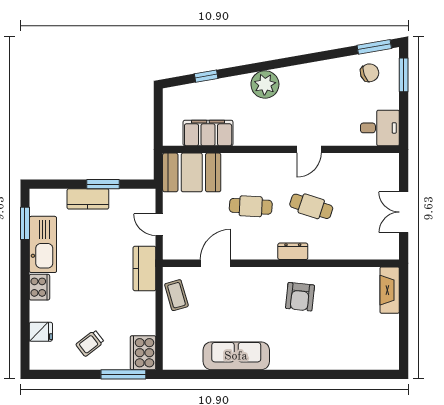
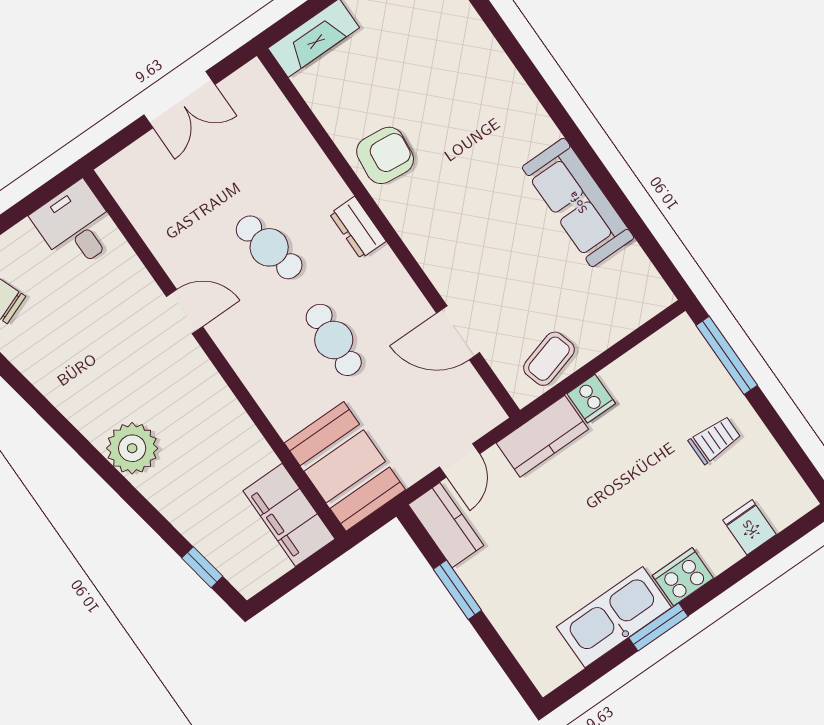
window: (206, 76) -> (202, 567), moved
filing cabinet: (208, 133) -> (289, 515), moved
kitchen counter: (88, 199) -> (446, 525), moved
cafe table: (311, 206) -> (269, 247), turned -30
window: (25, 223) -> (658, 627), moved
armchair: (300, 297) -> (385, 155), moved
trolley: (90, 343) -> (715, 440), turned -52
cooker: (143, 353) -> (591, 399), moved, width x0.53, depth x0.76

